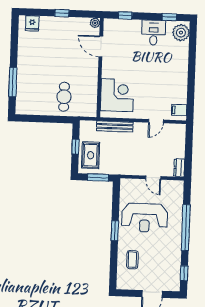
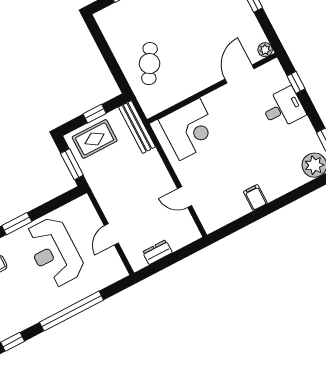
desk: (154, 33) -> (283, 108), moved
cafe table: (64, 97) -> (150, 64), turned -60
filing cabinet: (179, 110) -> (255, 197), moved
bench: (115, 126) -> (137, 127), moved
dresser: (179, 168) -> (157, 252), moved

